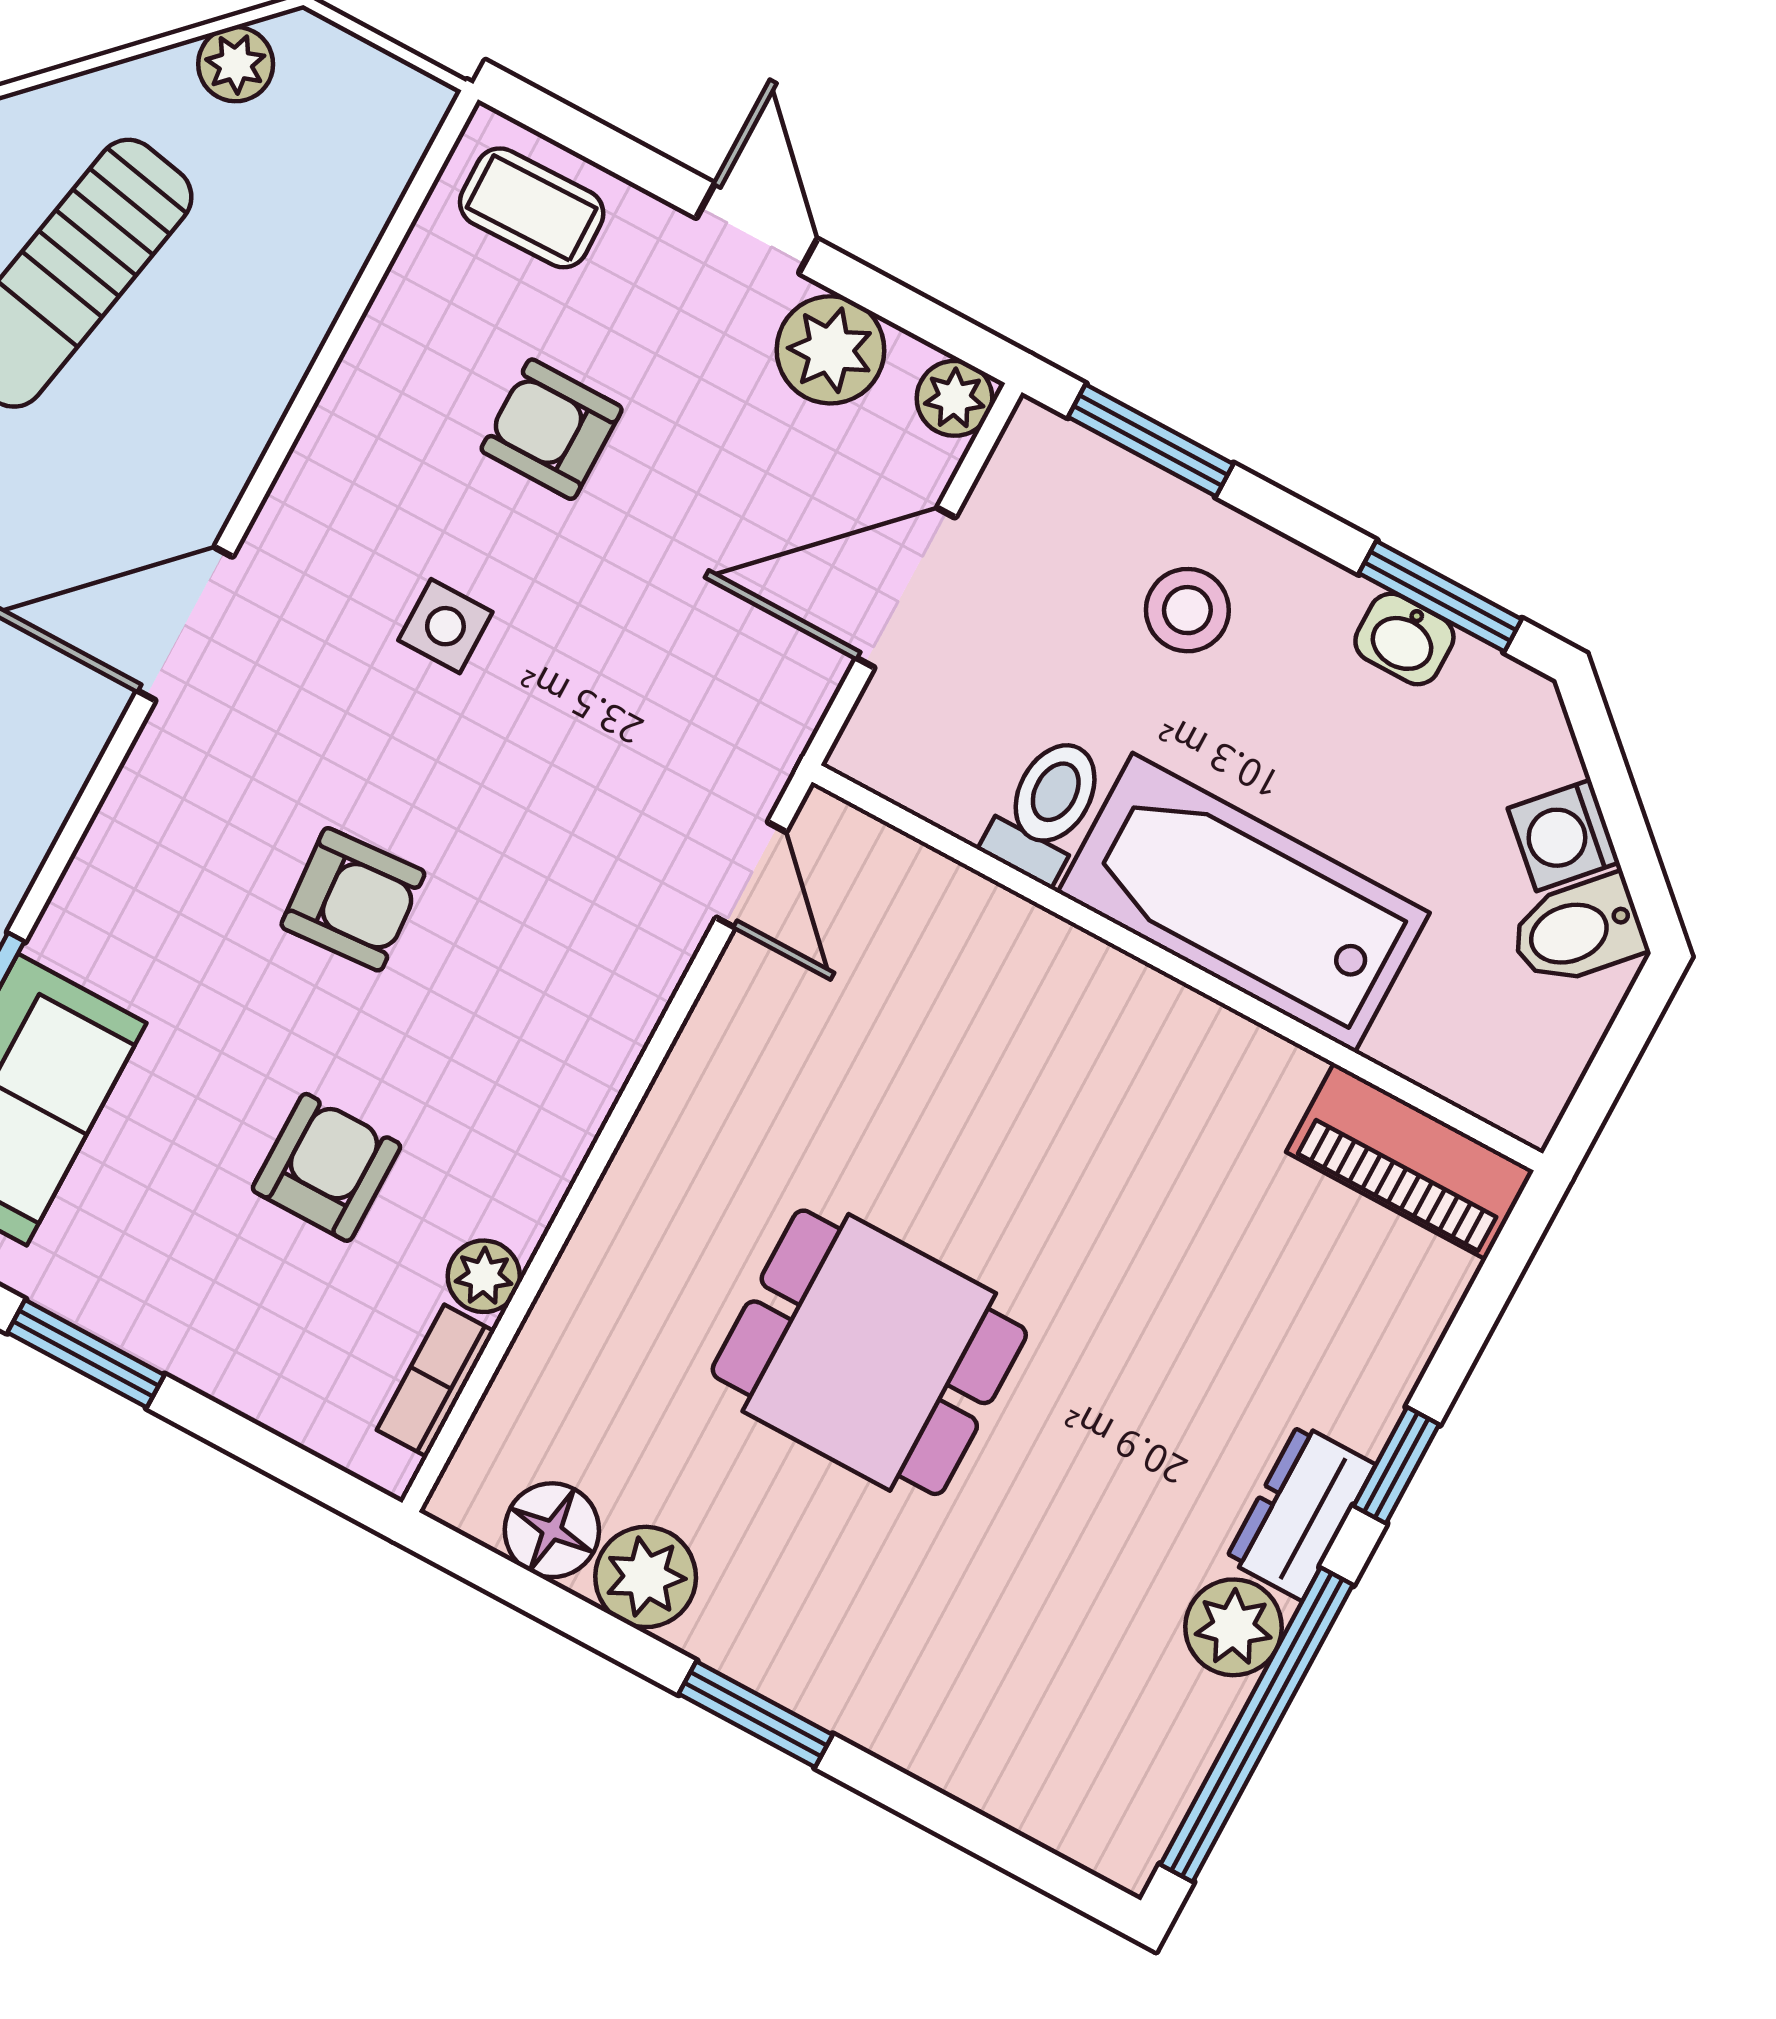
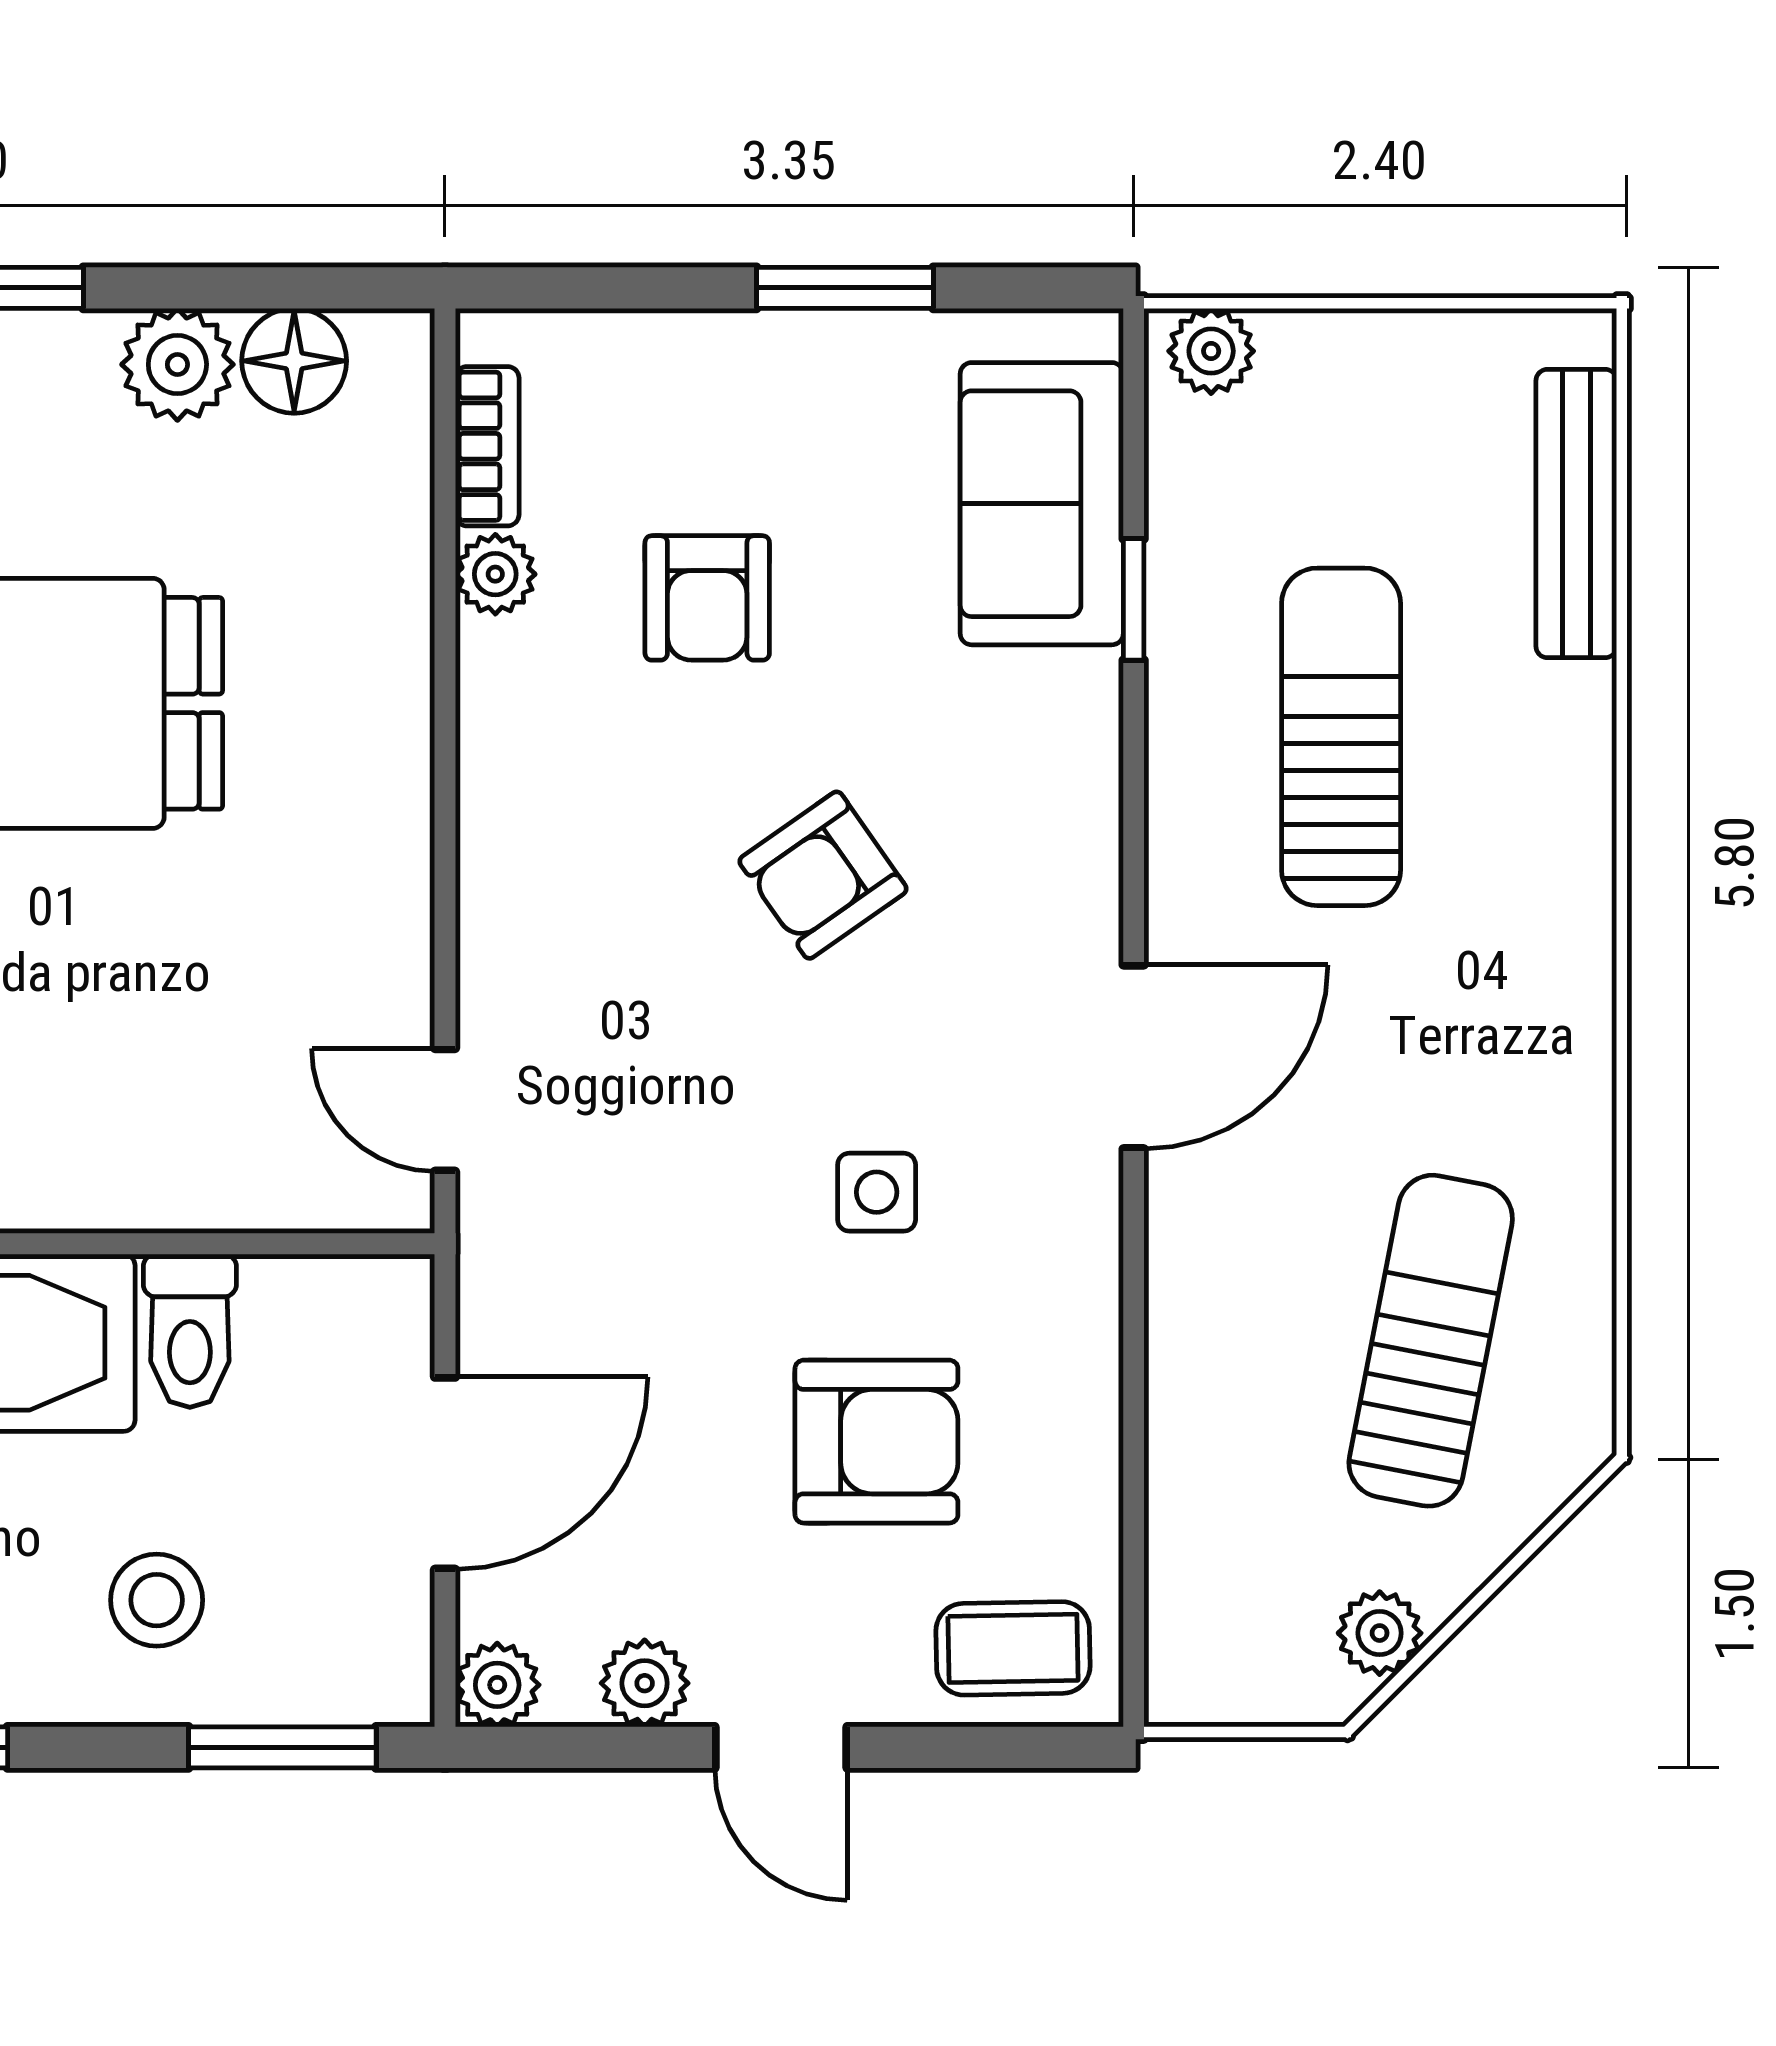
plant: (830, 350) -> (645, 1683), width x0.73, depth x0.73
armchair: (552, 429) -> (876, 1442), width x1.38, depth x1.38
armchair: (353, 899) -> (823, 875), turned -31

